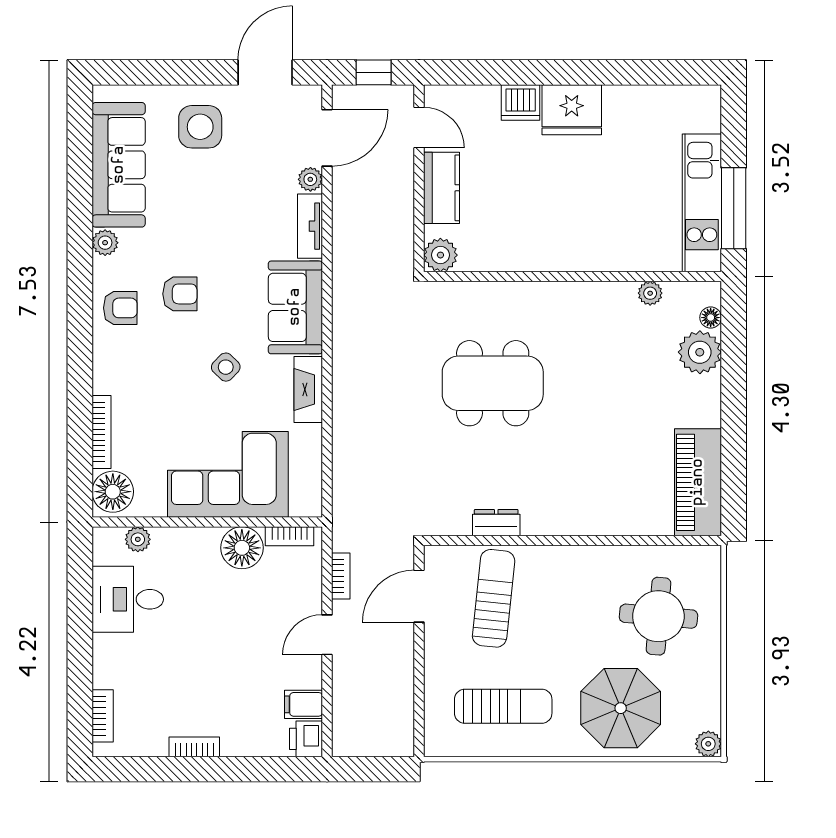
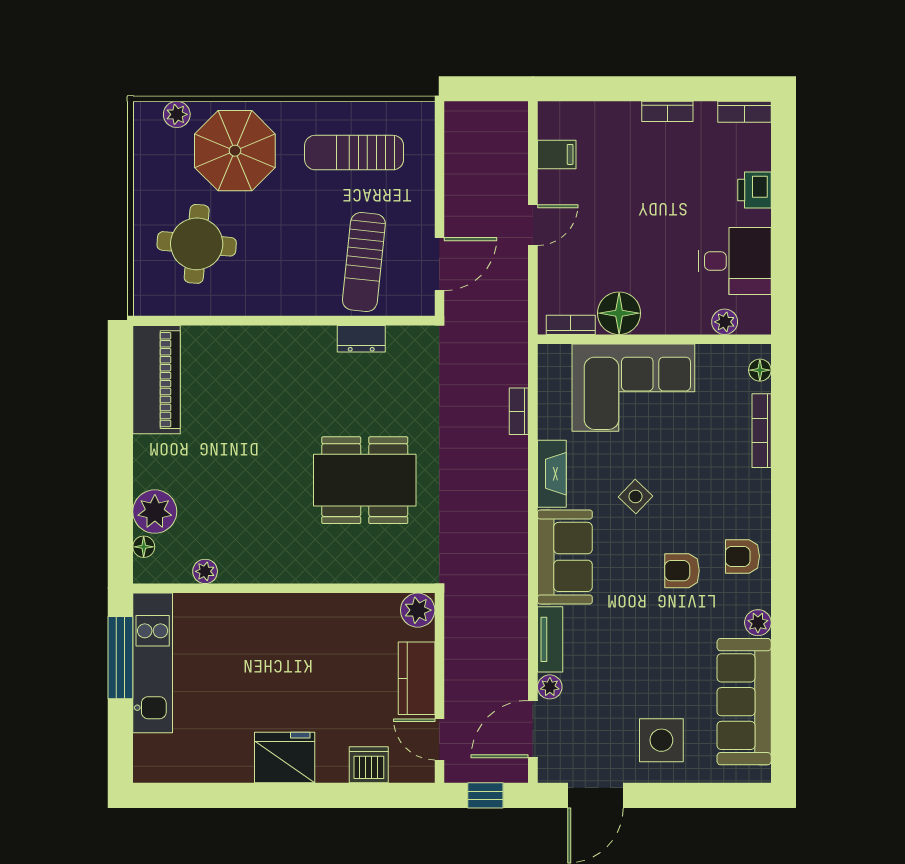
dishwasher: (521, 103) -> (369, 765), moved
floor lamp: (113, 492) -> (760, 370), width x0.53, depth x0.53
bookcase: (341, 576) -> (519, 411), moved
bookcase: (103, 716) -> (744, 112), moved, turned -90
printer: (306, 739) -> (754, 190), moved, turned 180
plant: (708, 744) -> (177, 114), moved

